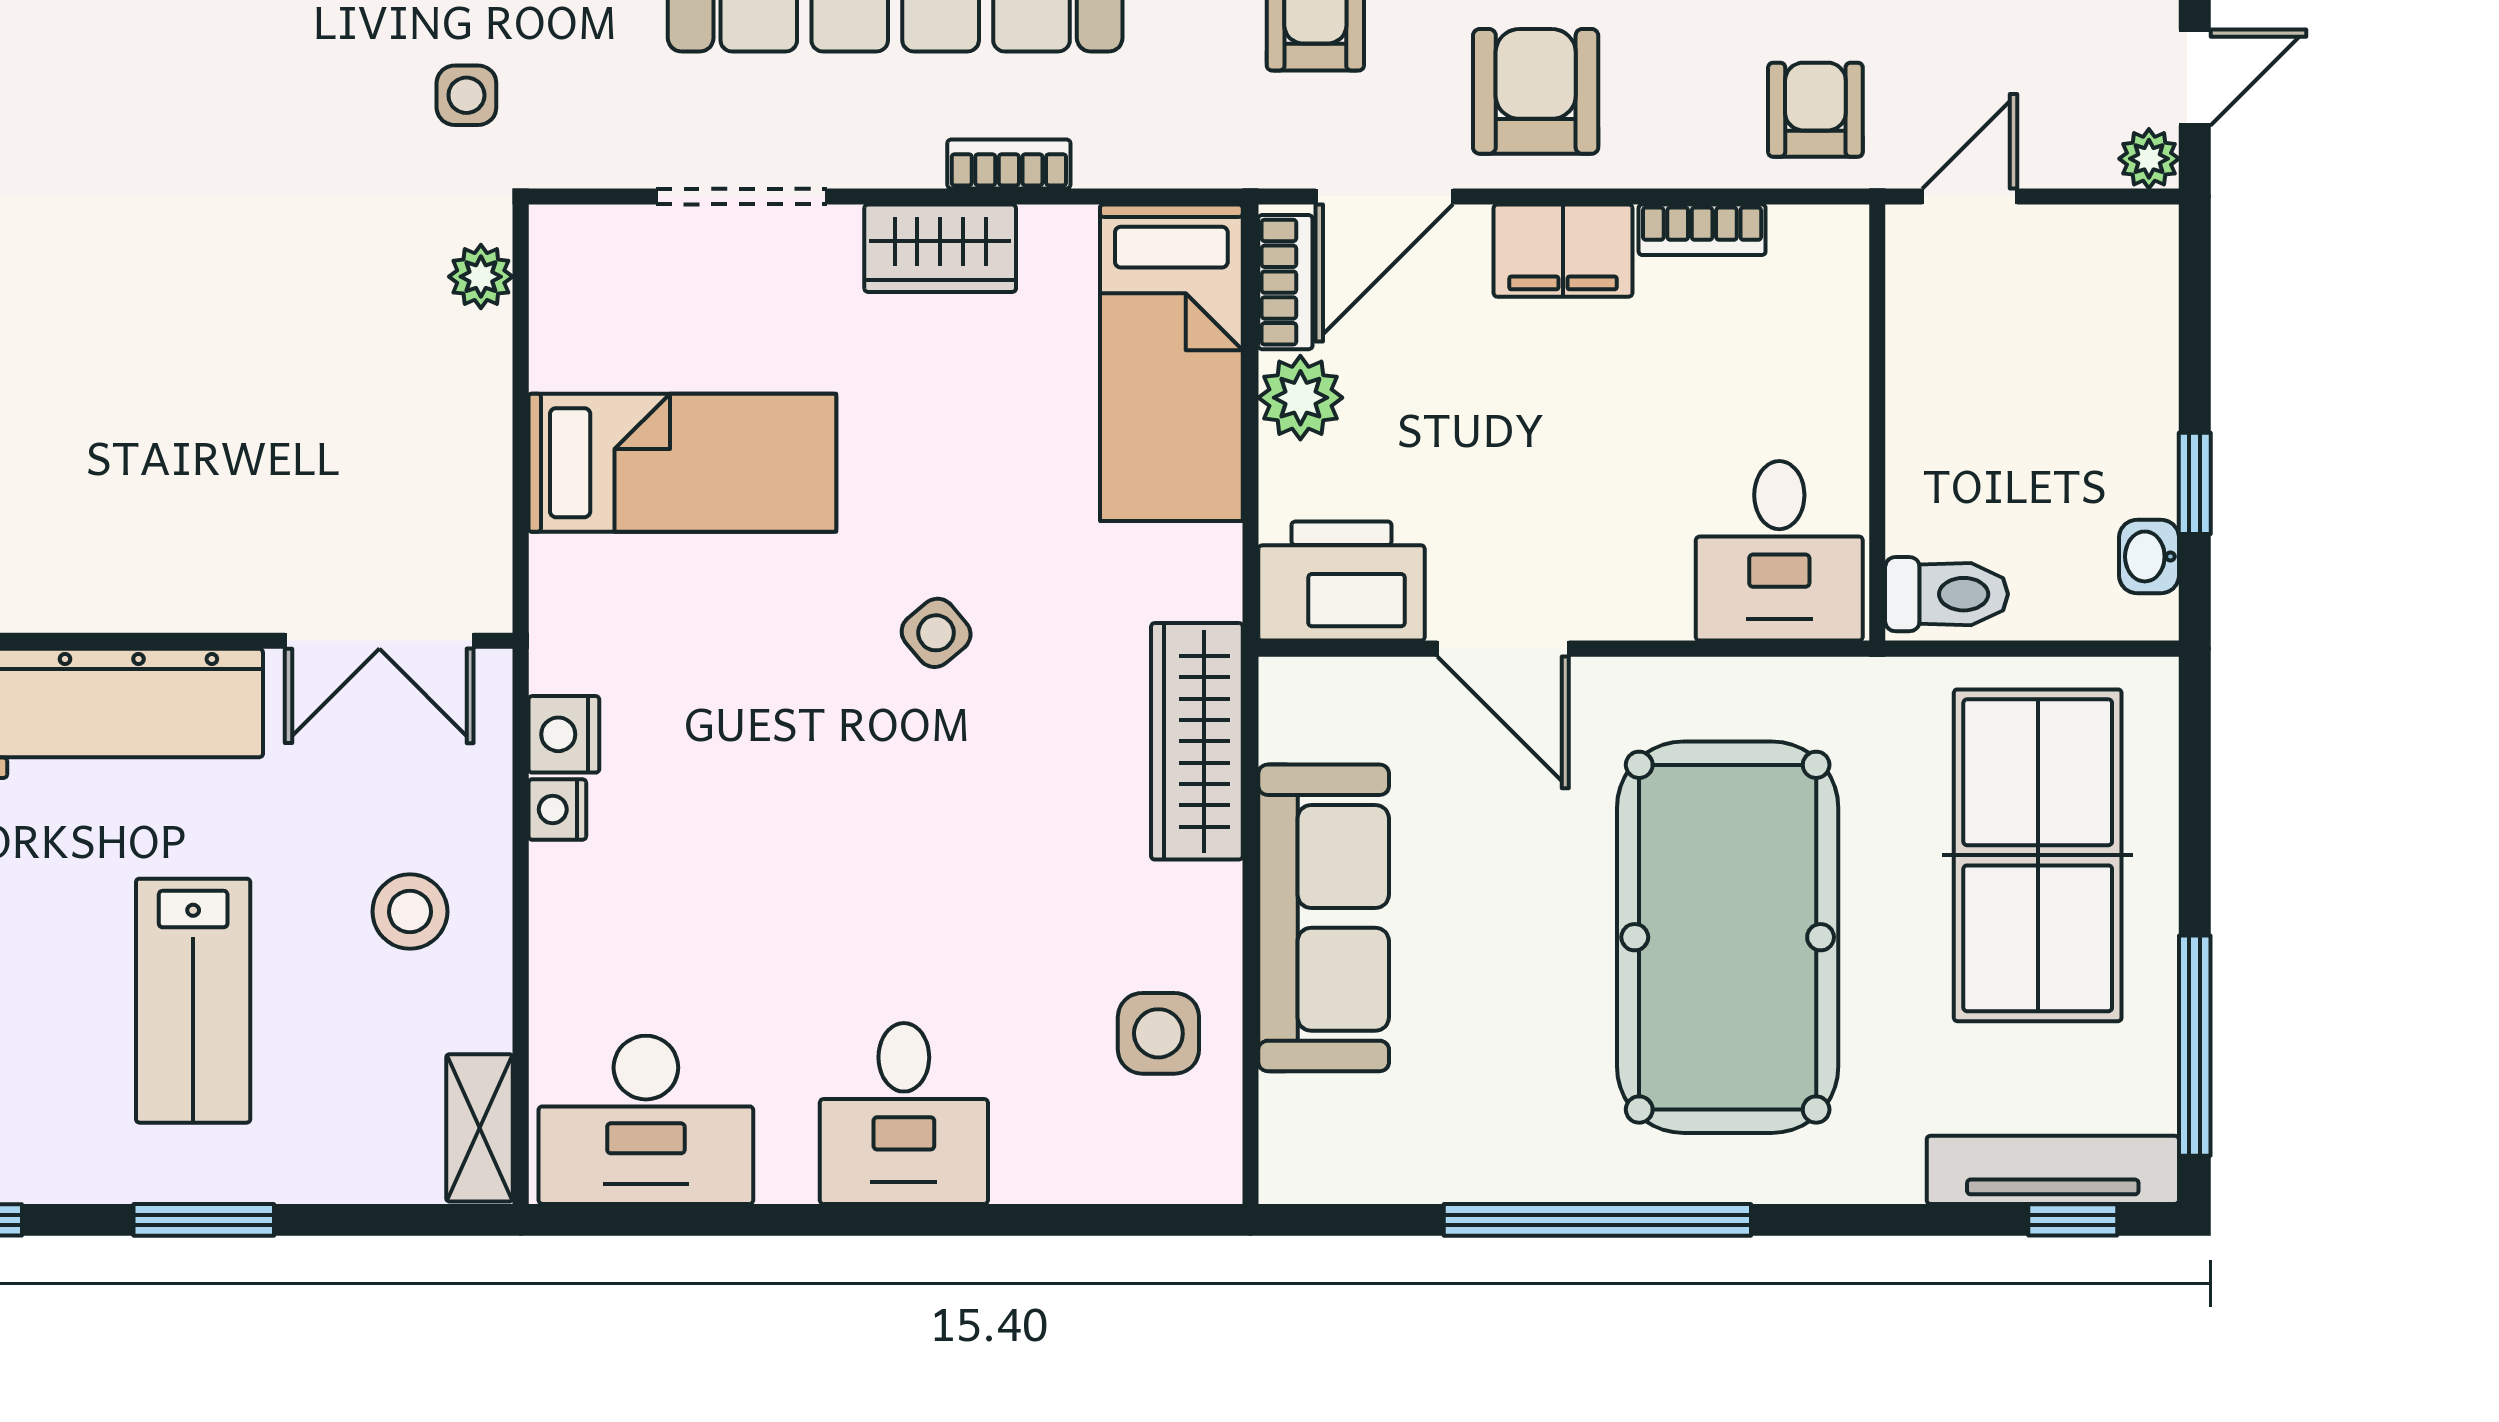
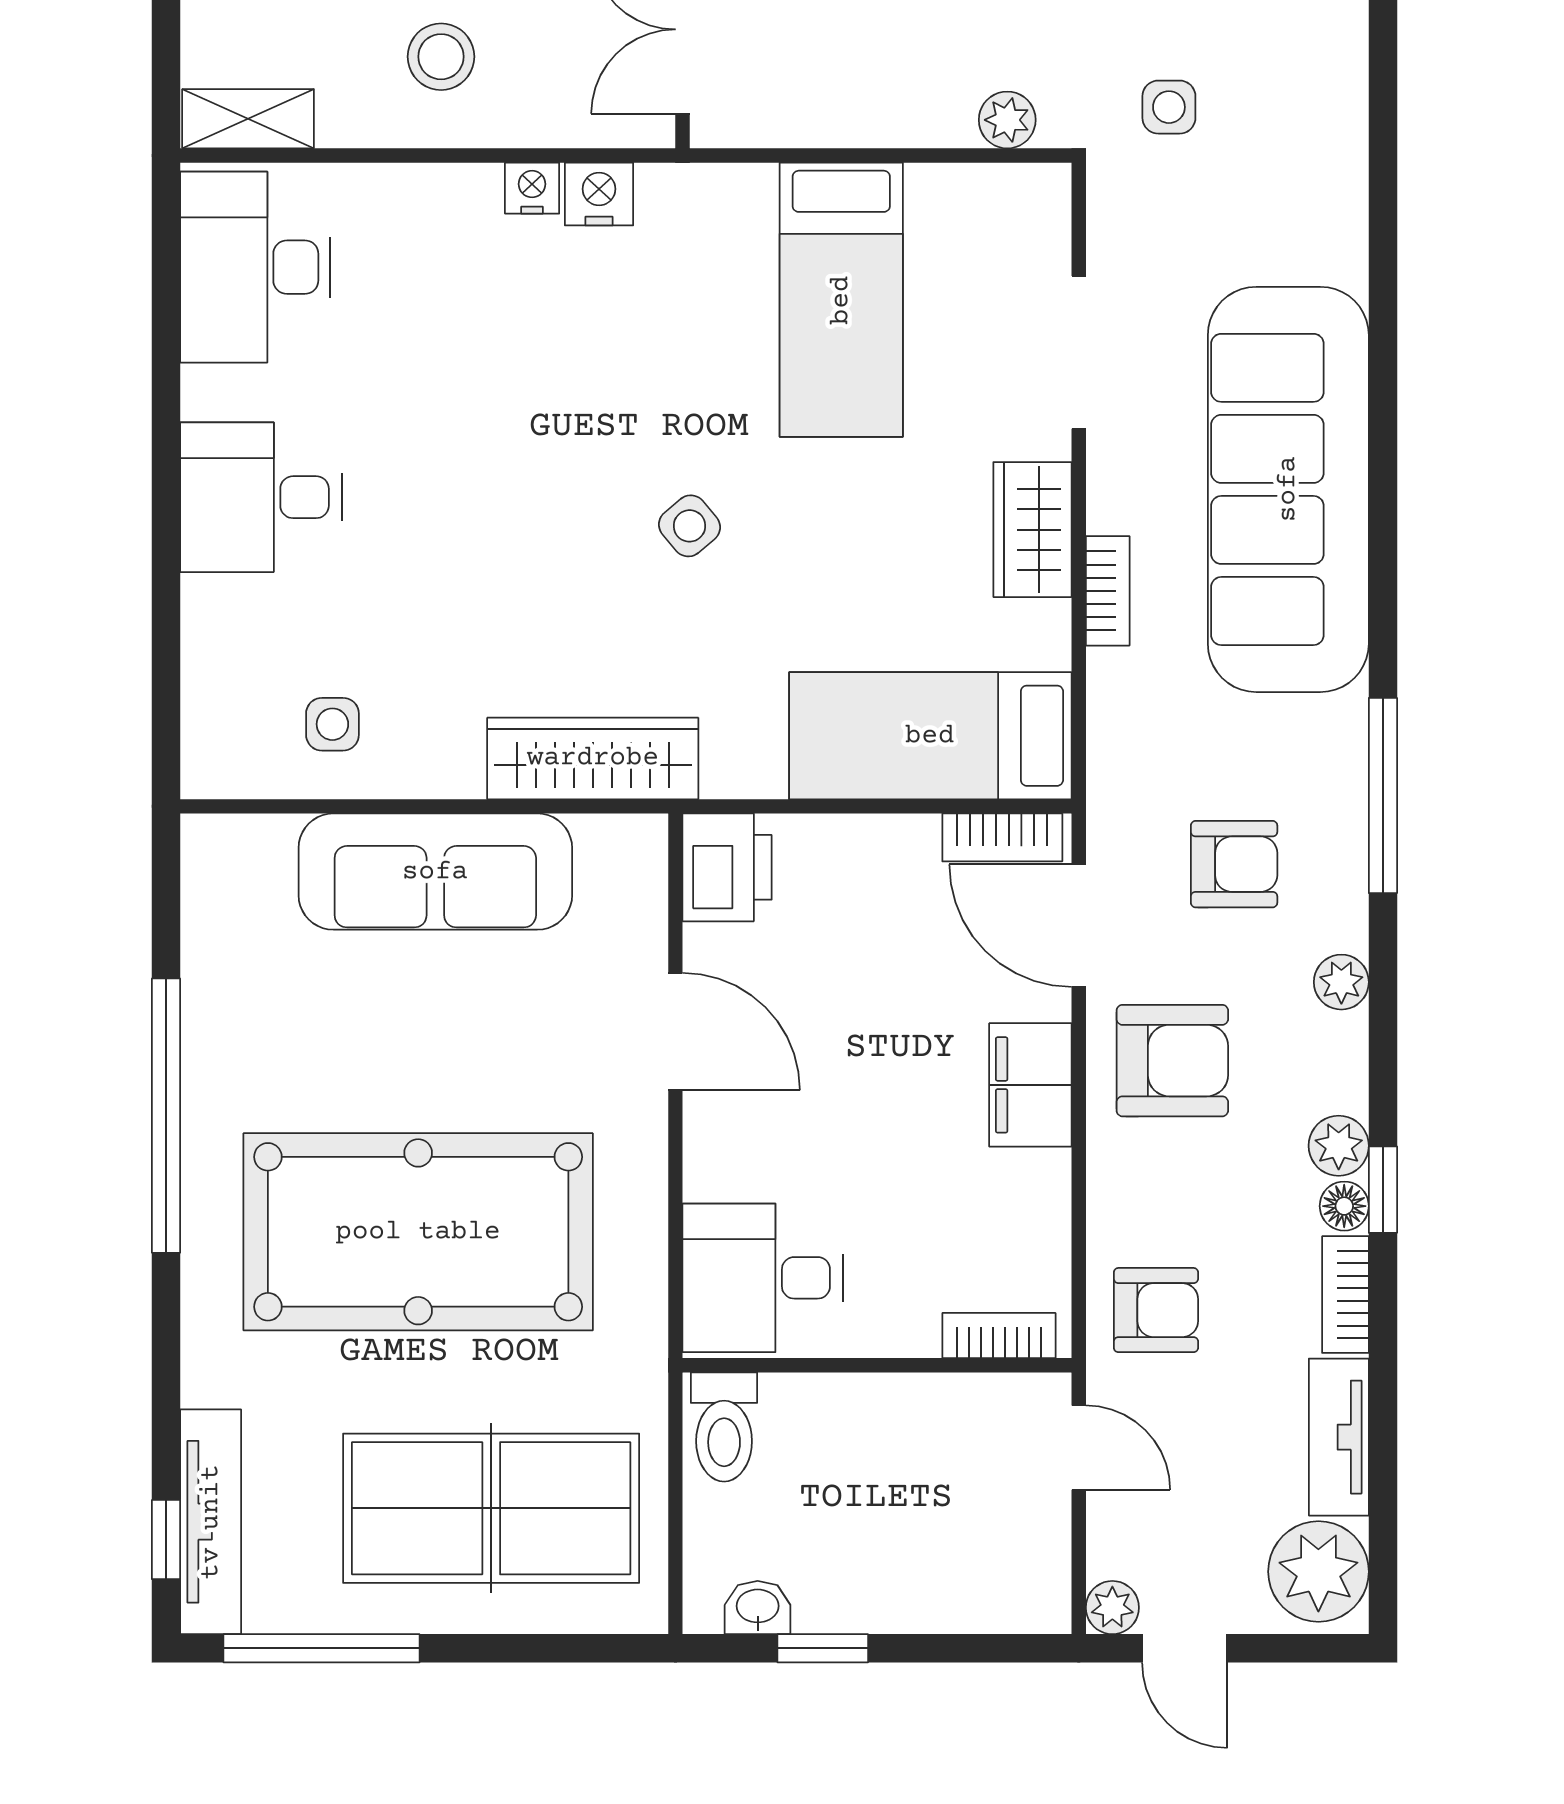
bookcase: (1702, 230) -> (999, 1336), moved, turned 90
plant: (1300, 398) -> (899, 851), removed
printer: (1342, 581) -> (727, 867), width x0.73, depth x0.84
door: (1503, 649) -> (675, 1032), swing flipped
side table: (1158, 1033) -> (332, 724), width x0.73, depth x0.73

